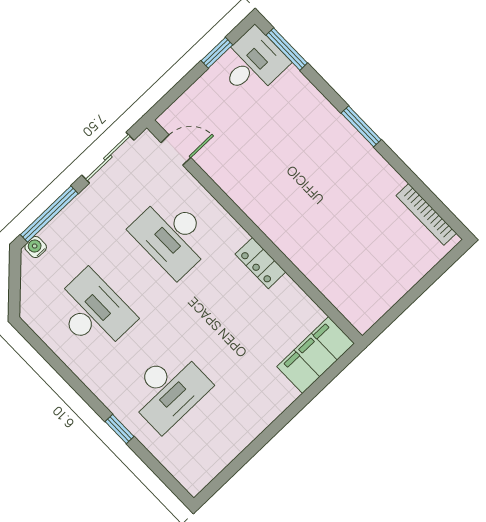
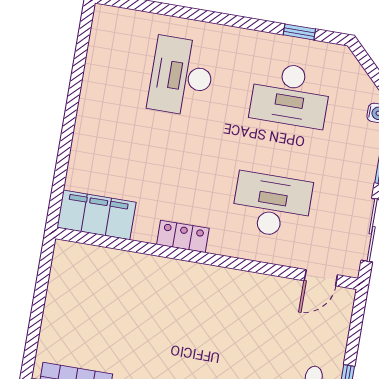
filing cabinet: (316, 355) -> (96, 215), moved, turned -90
window: (120, 429) -> (299, 32), moved

